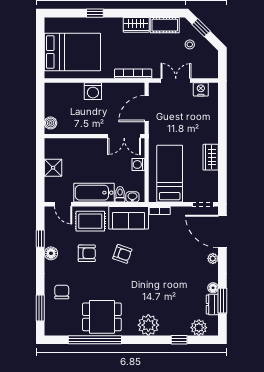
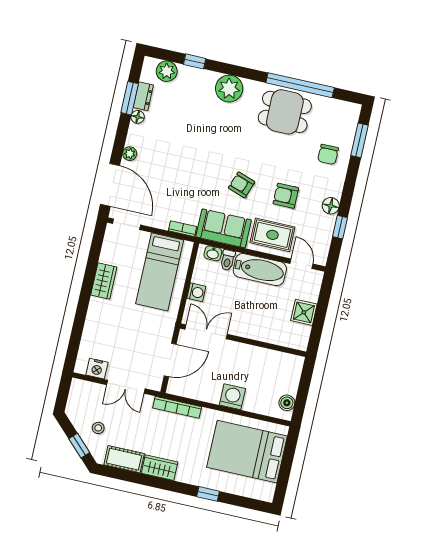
boiler: (51, 123) -> (287, 403), moved

